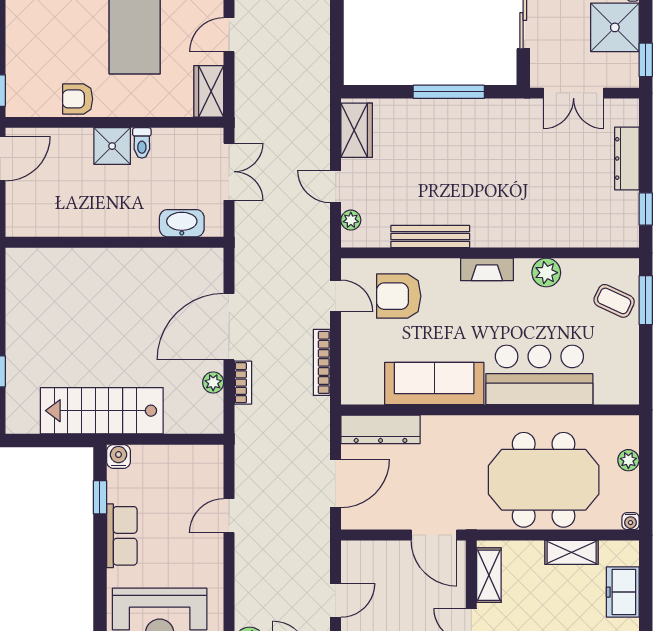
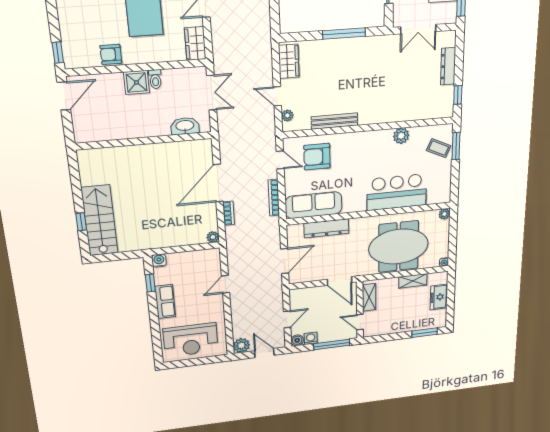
fireplace: (487, 269) -> (367, 137), removed
plant: (213, 382) -> (213, 237), moved
sofa: (434, 383) -> (314, 205), moved
stairs: (102, 411) -> (100, 221), moved, turned 90
dresser: (381, 429) -> (326, 228), moved
plant: (628, 460) -> (444, 214), moved

